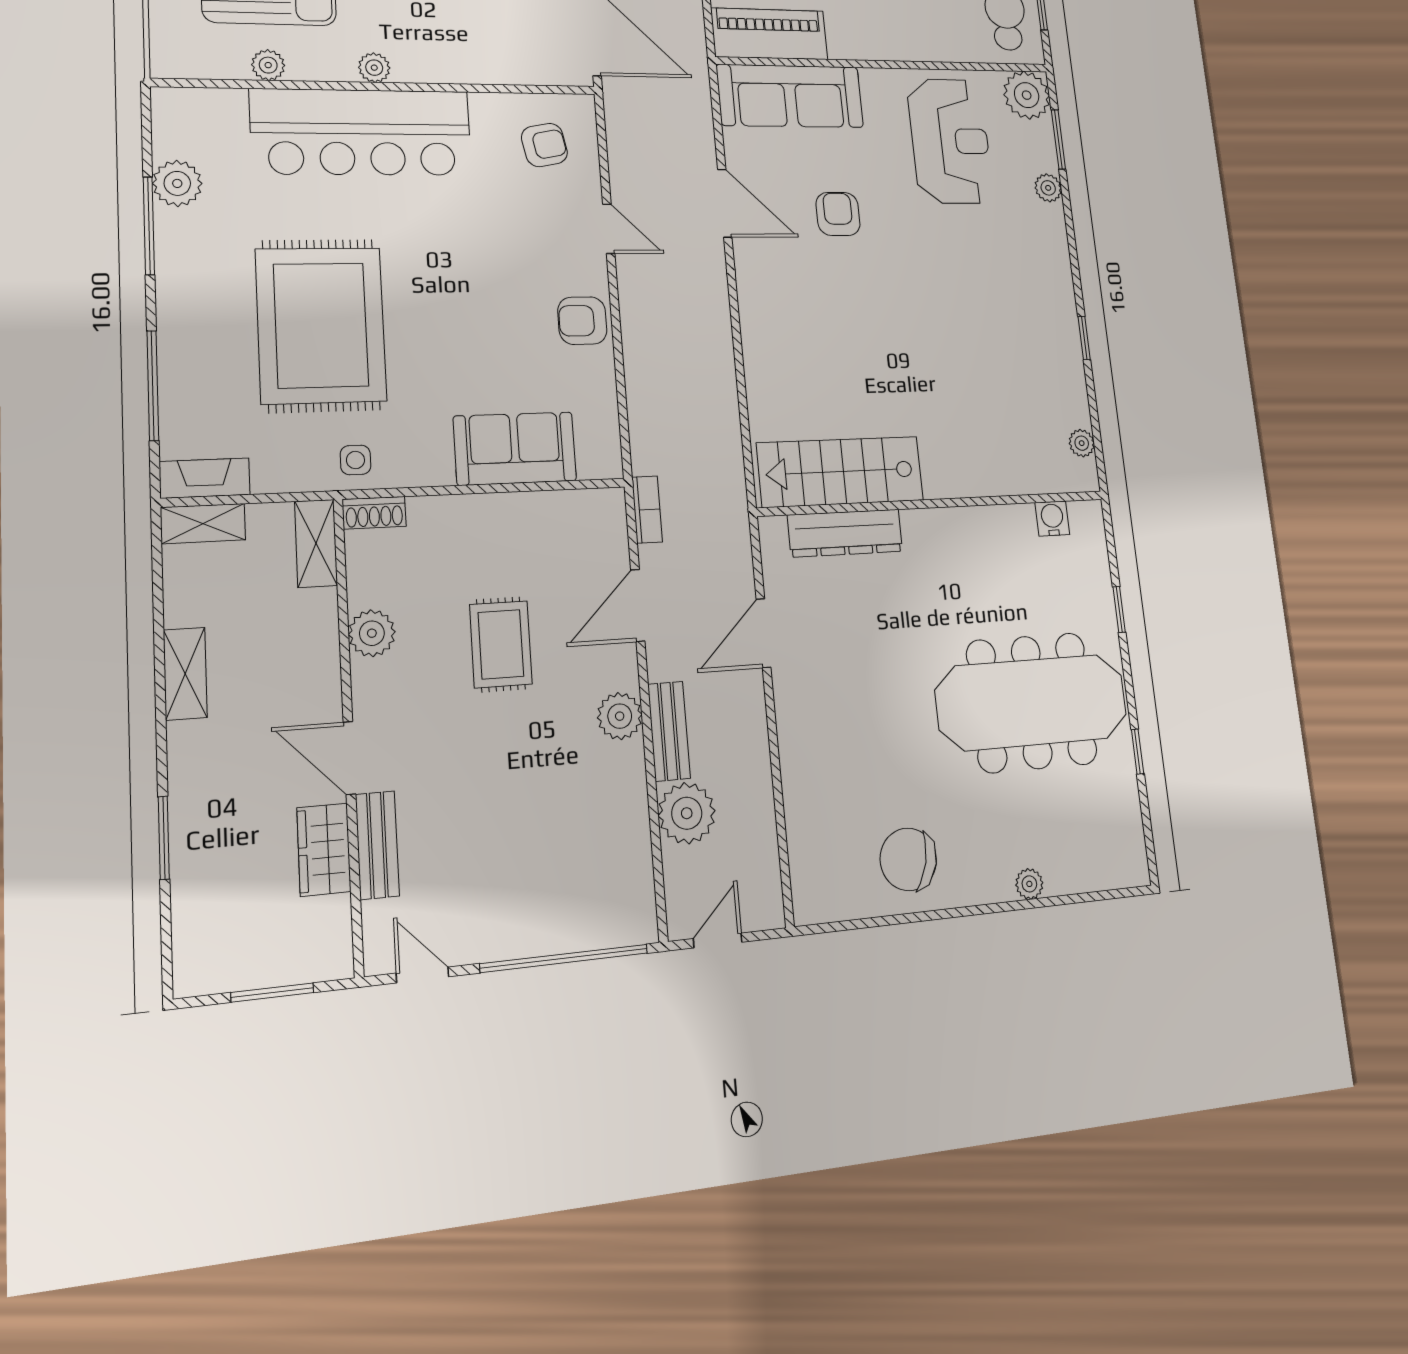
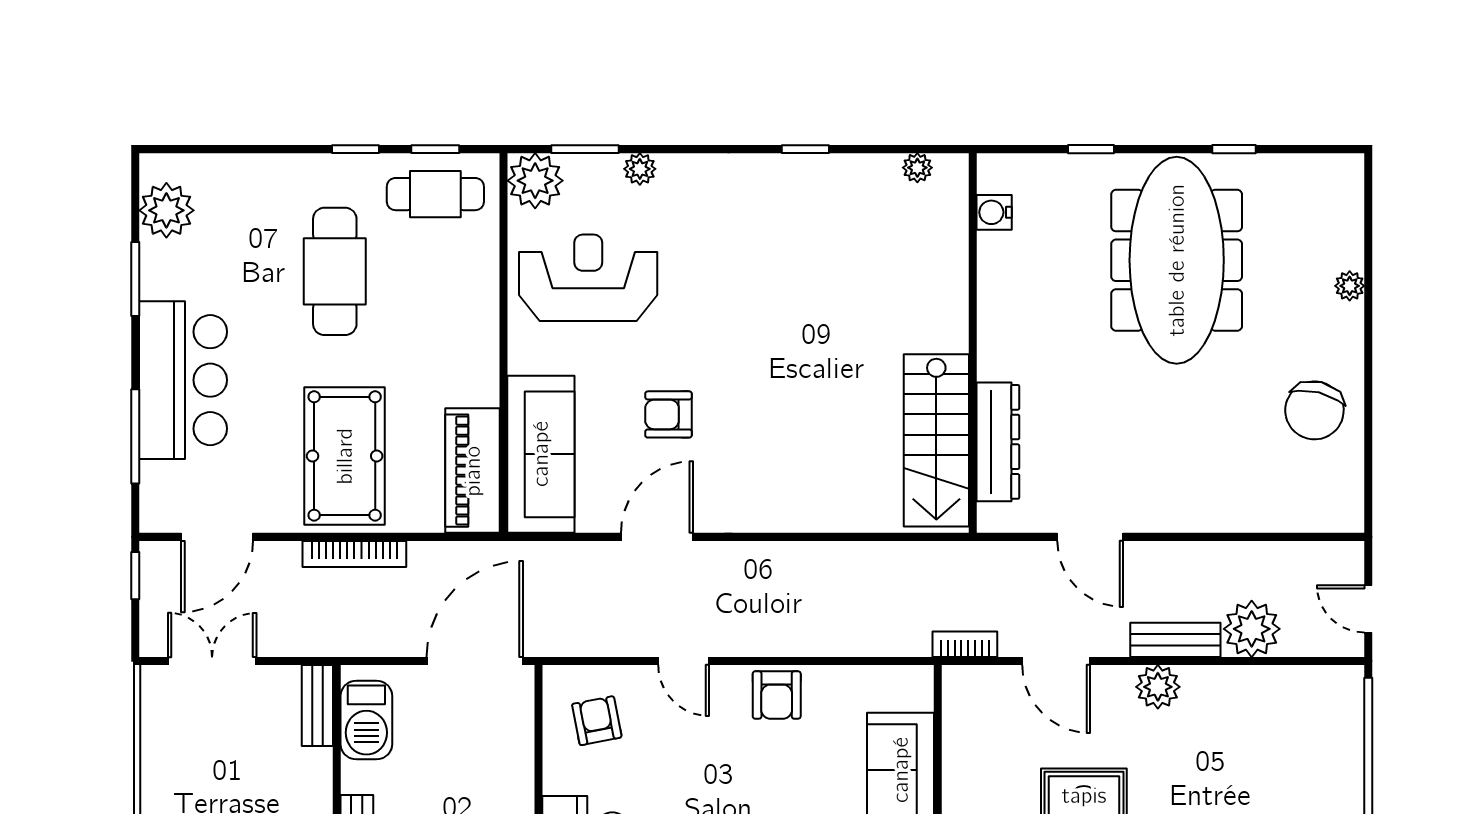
door: (609, 229) -> (684, 661), swing flipped

